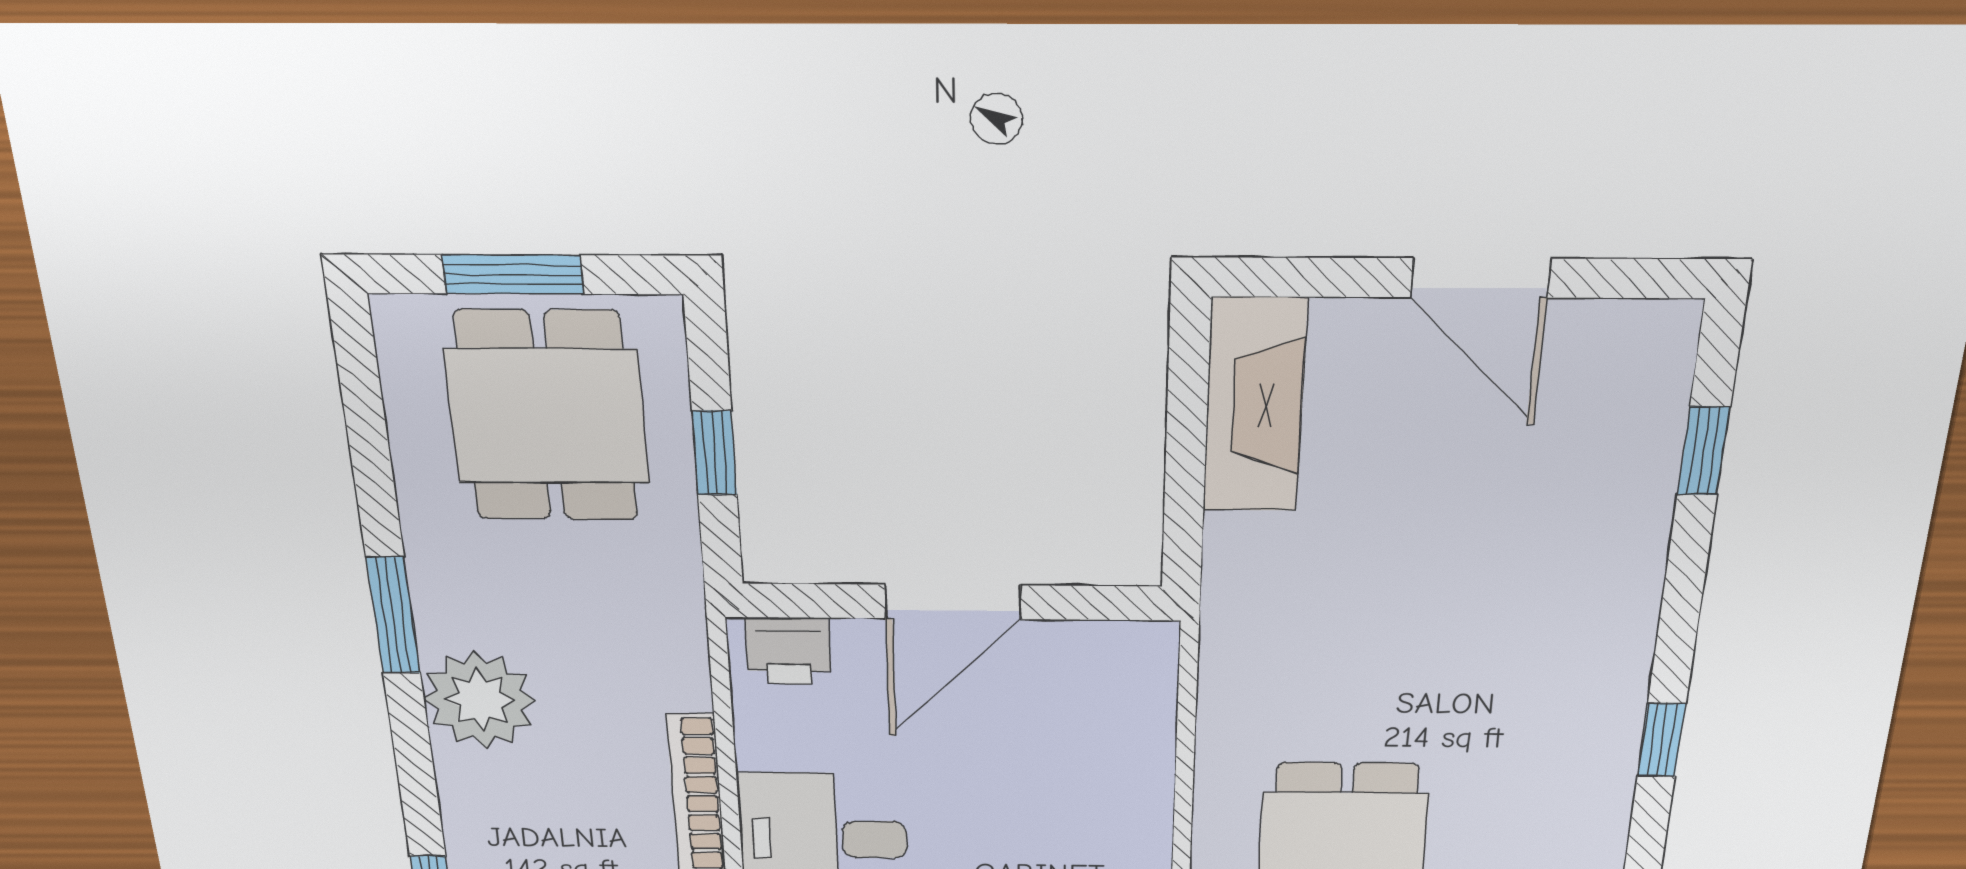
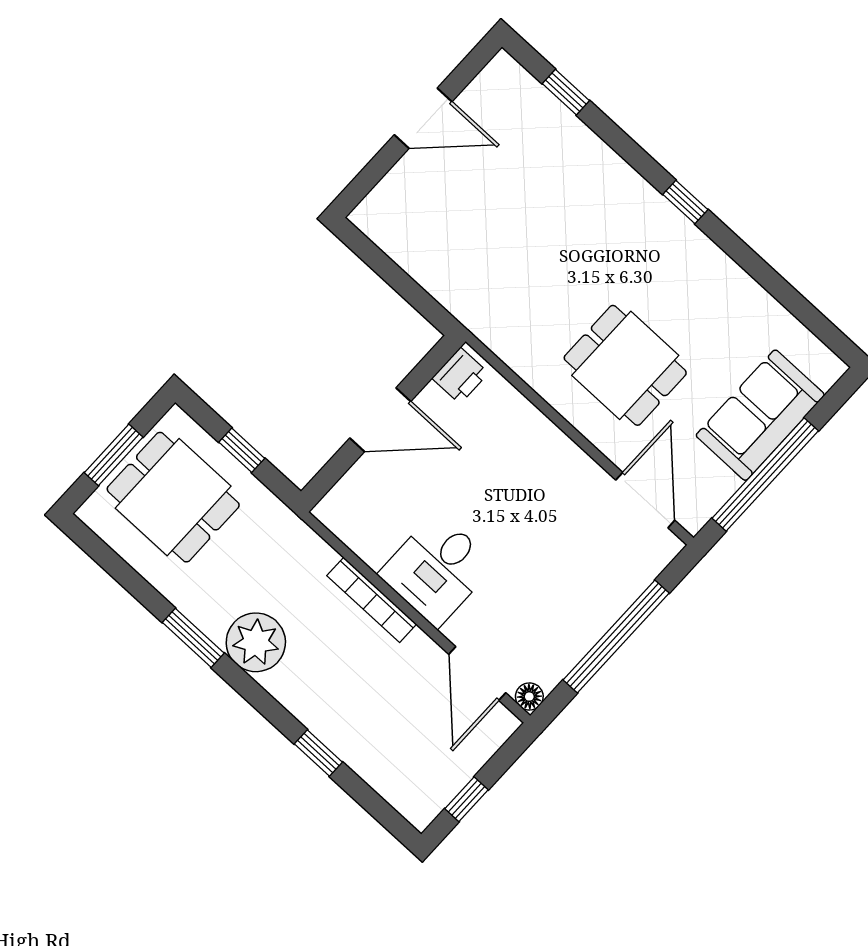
fireplace: (1254, 406) -> (401, 238), removed
door: (953, 602) -> (380, 420), hinge flipped
printer: (788, 651) -> (460, 376), moved

